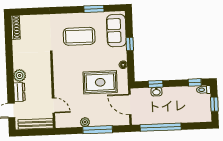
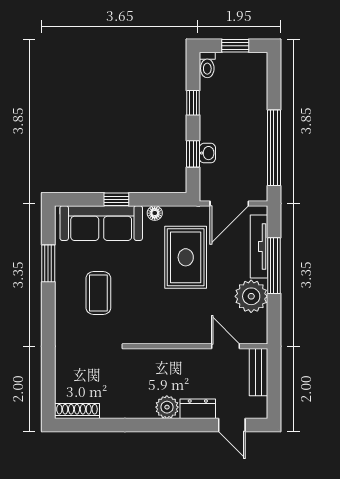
sofa: (116, 30) -> (101, 223), width x1.36
coffee table: (79, 36) -> (98, 293), width x0.73, depth x0.76
window: (195, 82) -> (193, 103), moved
door: (53, 106) -> (226, 346), hinge flipped
tv unit: (108, 121) -> (259, 246), added
plant: (85, 122) -> (251, 296), width x1.87, depth x1.87
bench: (36, 124) -> (258, 372), width x0.73

